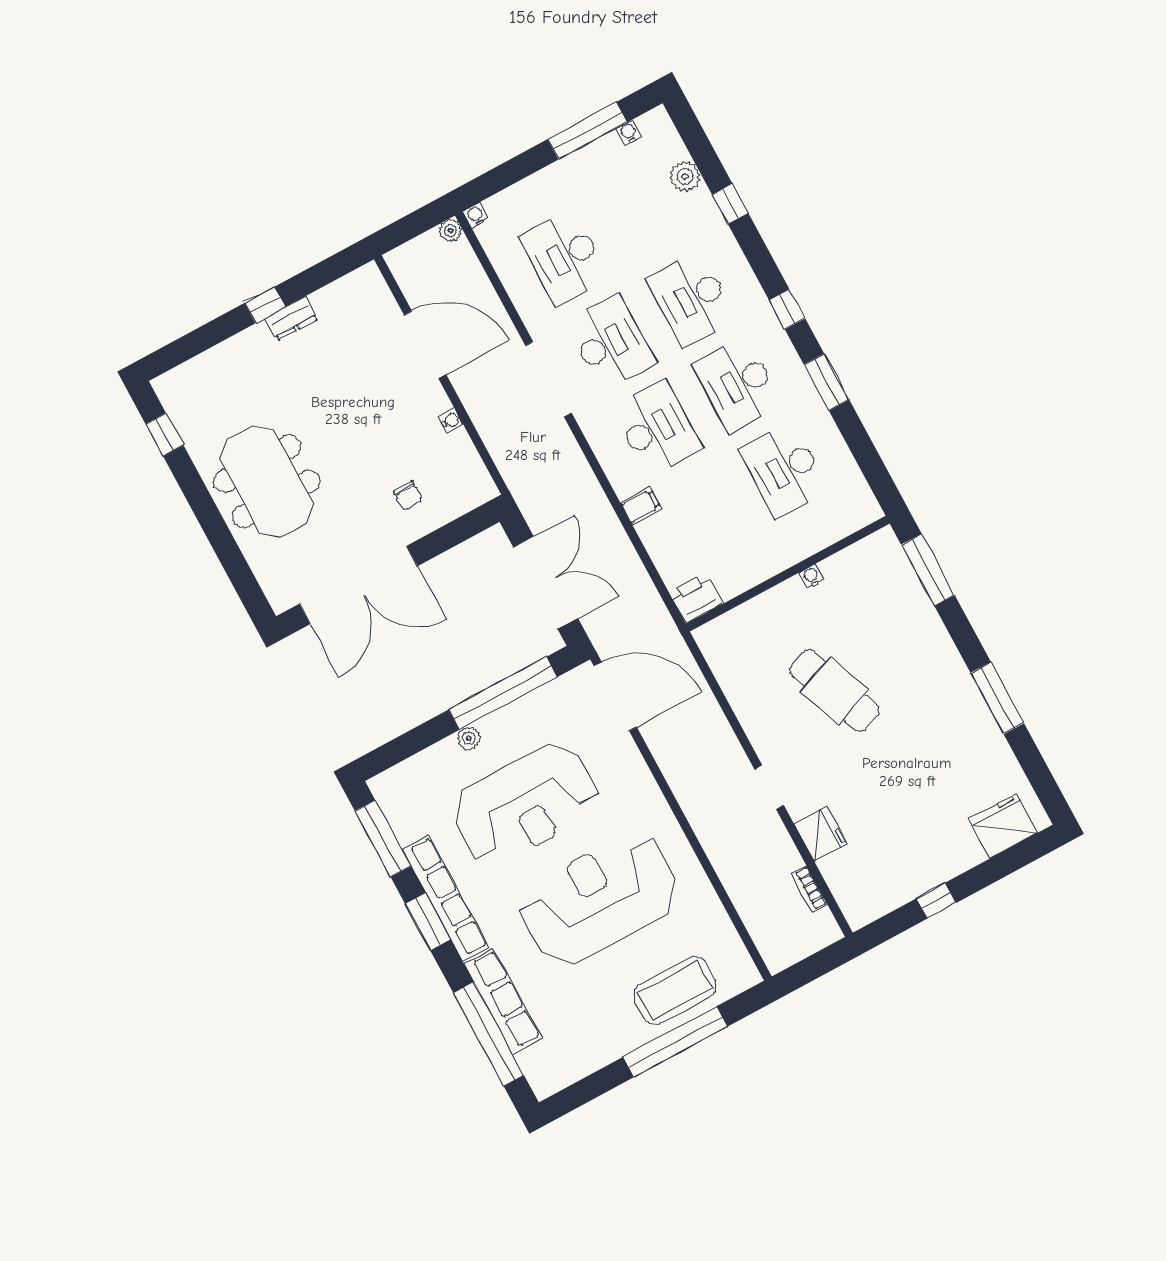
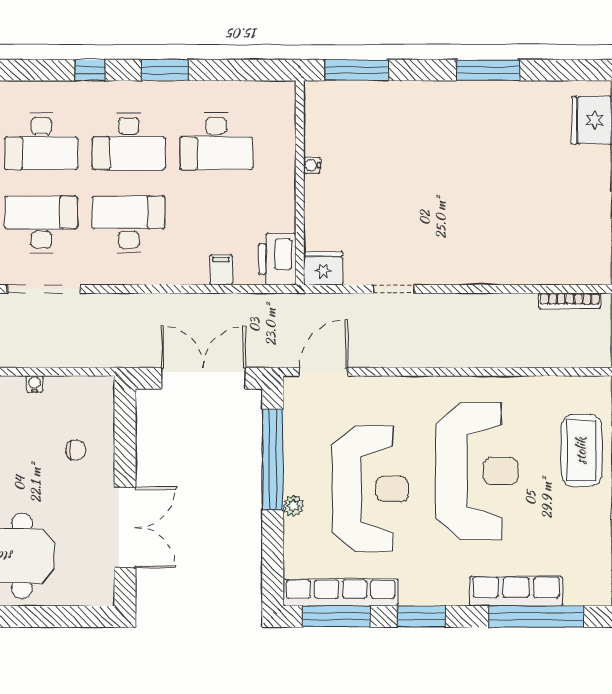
filing cabinet: (641, 506) -> (221, 270), moved
double door: (358, 585) -> (125, 527), width x0.73
printer: (696, 598) -> (277, 259), width x1.37, depth x1.19
cafe table: (835, 691) -> (413, 196), removed
door: (615, 696) -> (323, 372), width x0.73
doorway: (769, 787) -> (394, 289), moved
fridge: (820, 834) -> (323, 268), moved
bookcase: (809, 889) -> (570, 301), width x1.56
row of seats: (445, 898) -> (341, 592), moved
reception desk: (599, 899) -> (477, 471), turned 180

